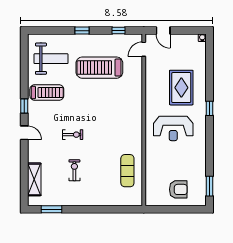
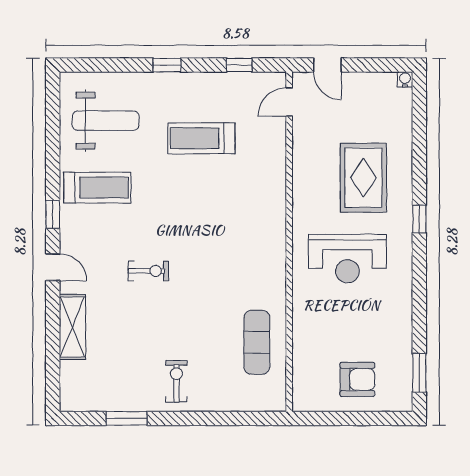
treadmill: (99, 68) -> (201, 138), width x0.73, depth x0.73
exercise bike: (74, 170) -> (176, 381), moved
shelving: (34, 179) -> (72, 327), moved
window: (52, 209) -> (127, 418), moved

